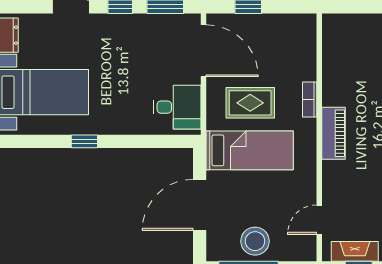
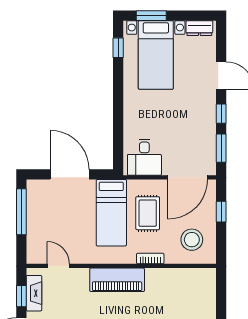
piano: (334, 133) -> (117, 280), width x1.37, depth x1.33
window: (84, 141) -> (118, 48), moved
stool: (255, 241) -> (192, 240), moved

